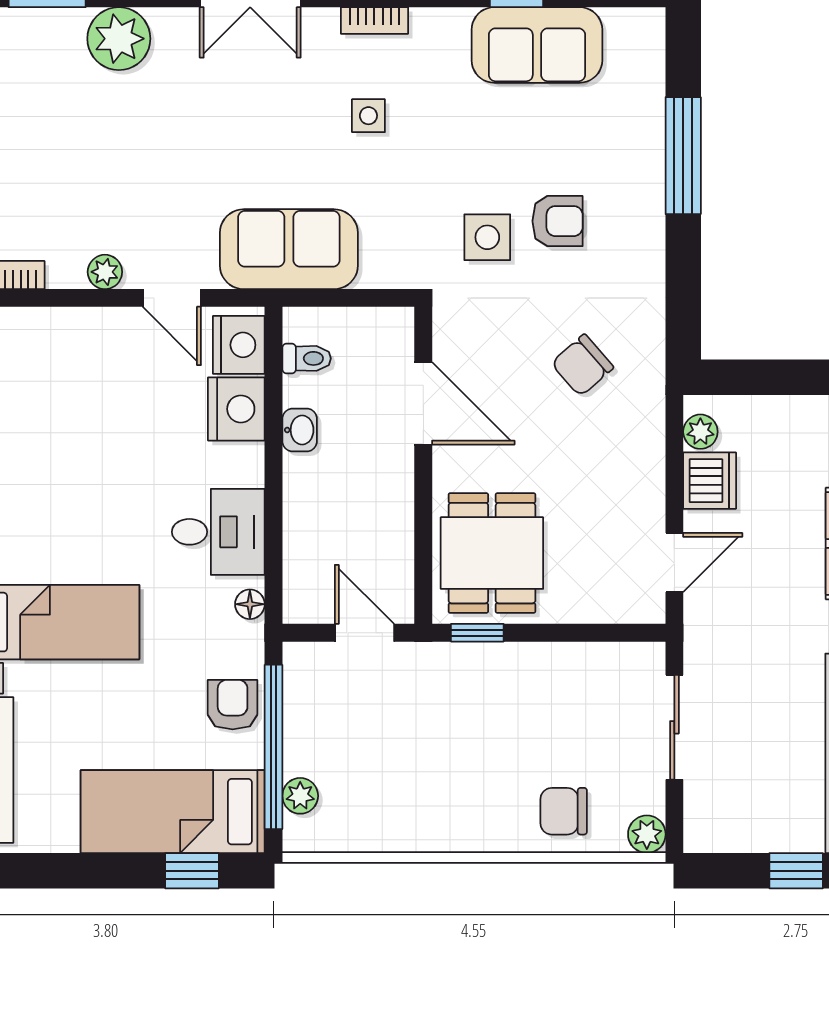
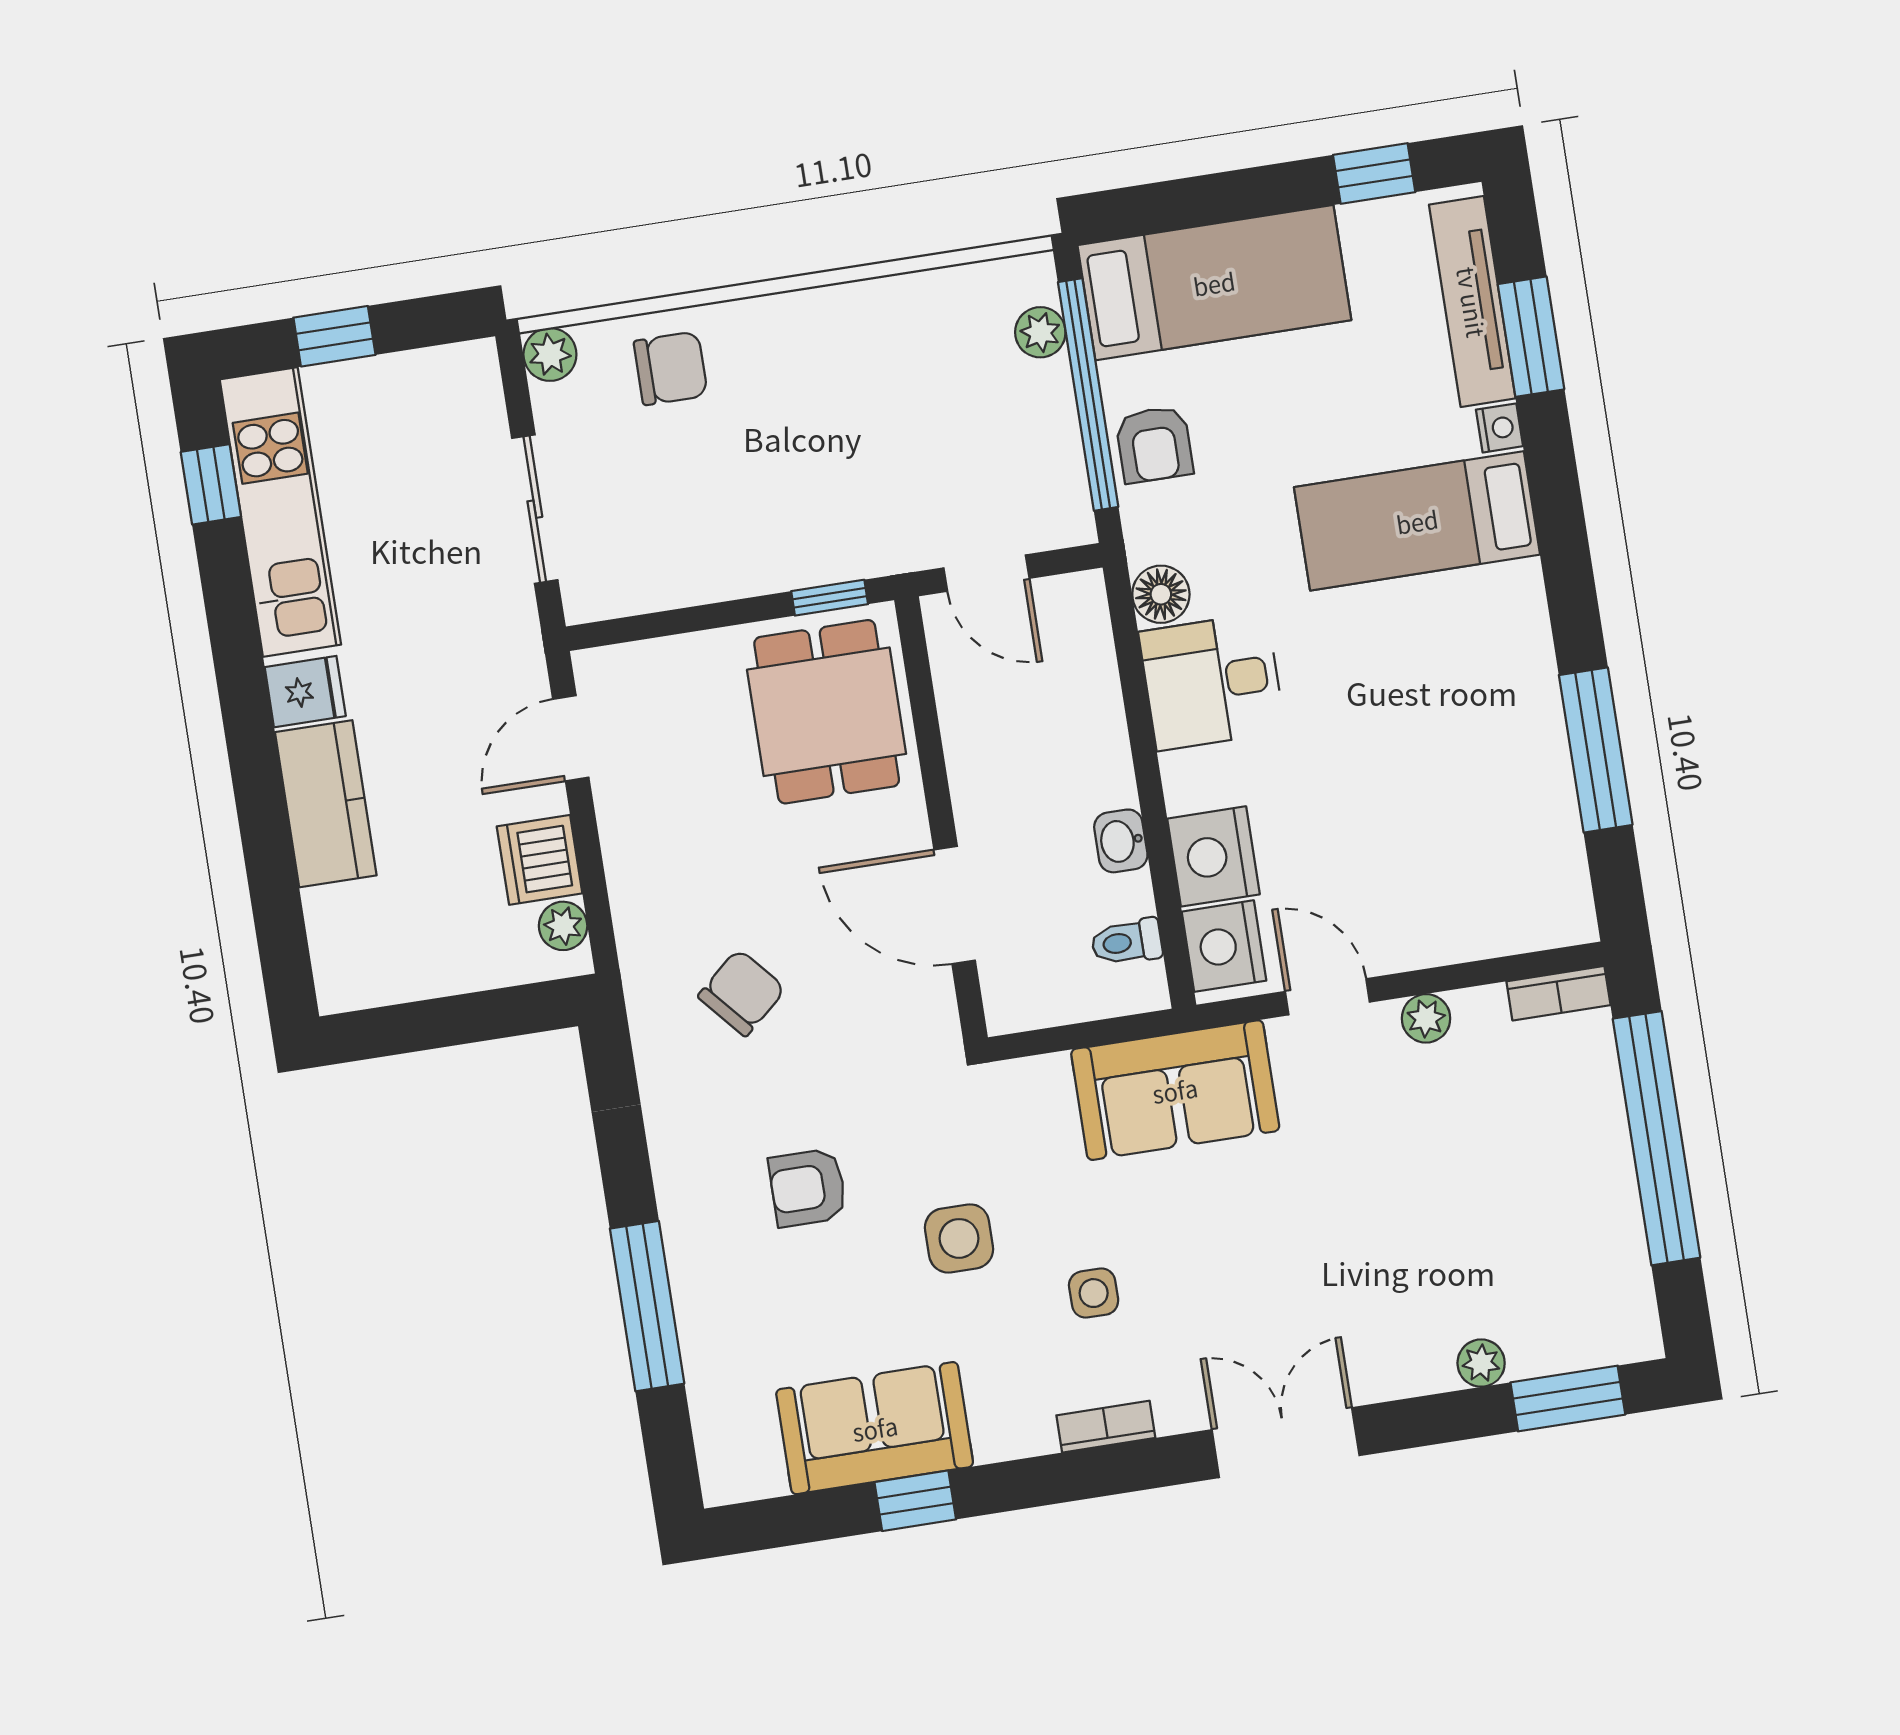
plant: (119, 39) -> (1481, 1363), width x0.53, depth x0.53
side table: (487, 237) -> (959, 1238), moved
floor lamp: (250, 604) -> (1161, 594), width x1.37, depth x1.37
window: (192, 871) -> (1374, 173), moved

